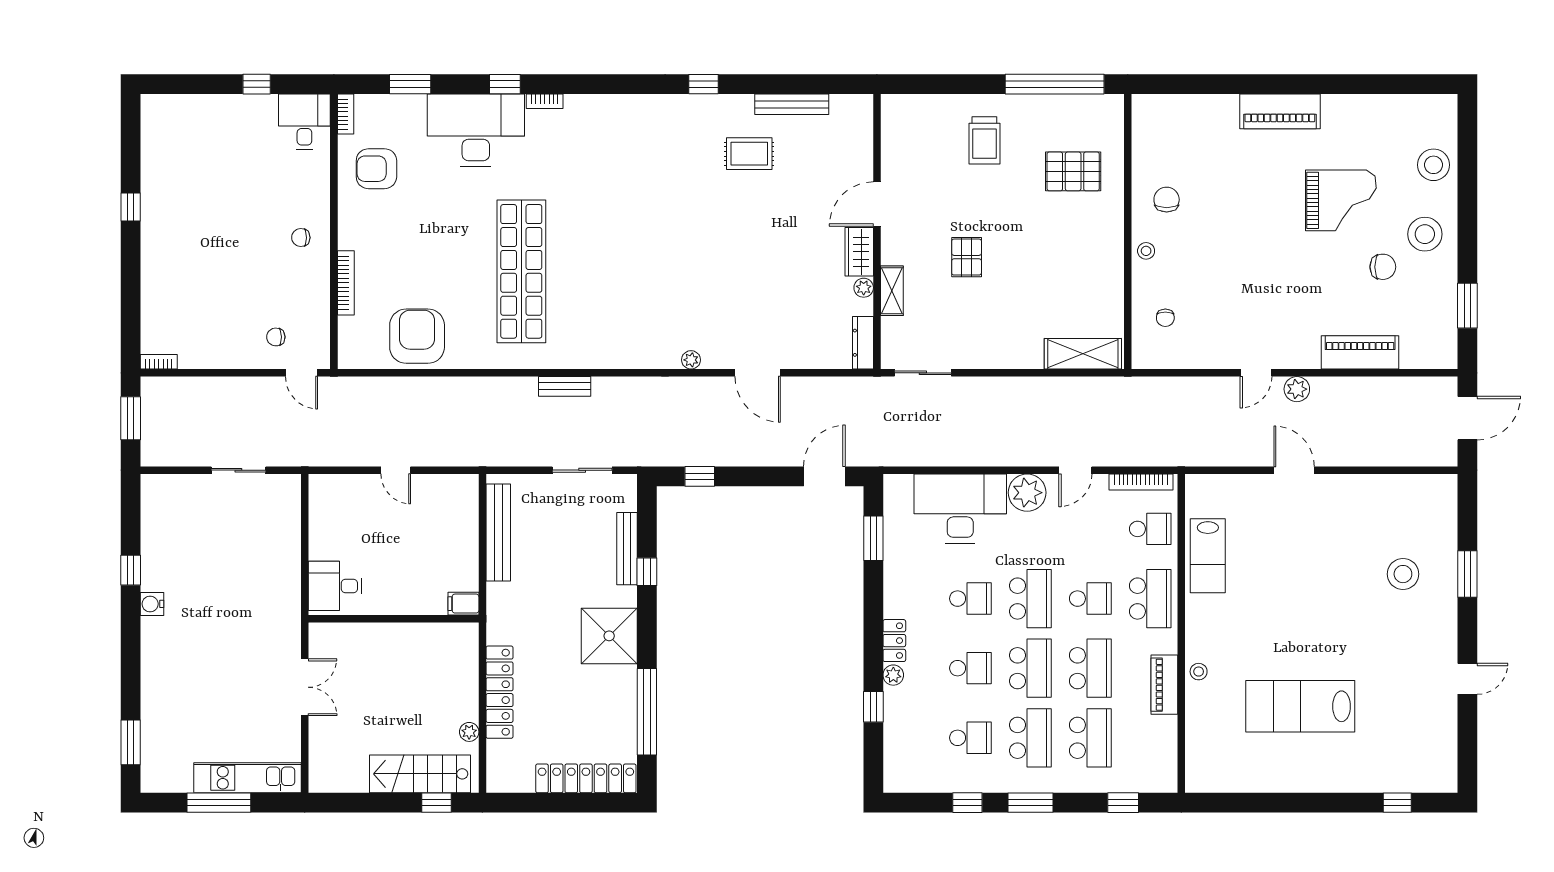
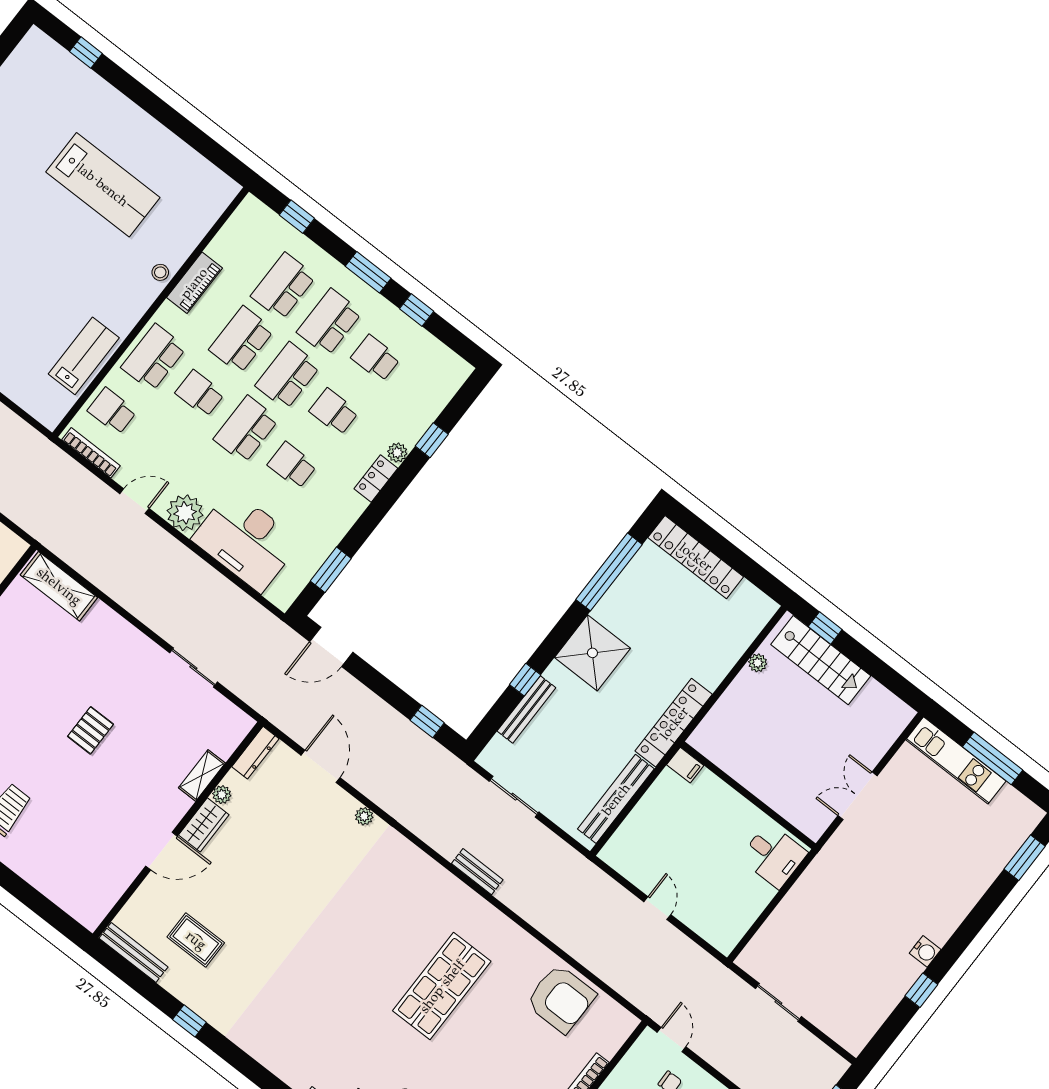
door: (877, 204) -> (161, 851), moved
wall: (877, 232) -> (178, 830), moved
wardrobe: (859, 252) -> (204, 825), moved
shop shelf: (521, 271) -> (442, 986), width x0.71
plant: (864, 288) -> (222, 795), moved
shelving: (892, 291) -> (202, 775), moved
armchair: (417, 336) -> (561, 999), turned -90
dresser: (863, 343) -> (255, 753), moved
locker: (500, 692) -> (674, 723), moved

